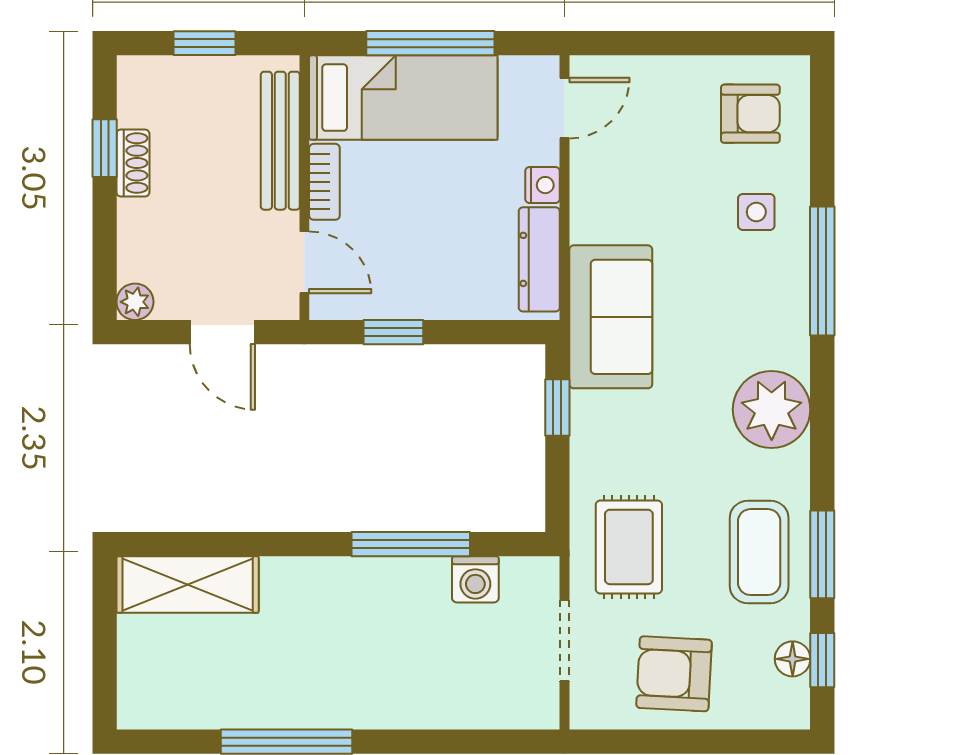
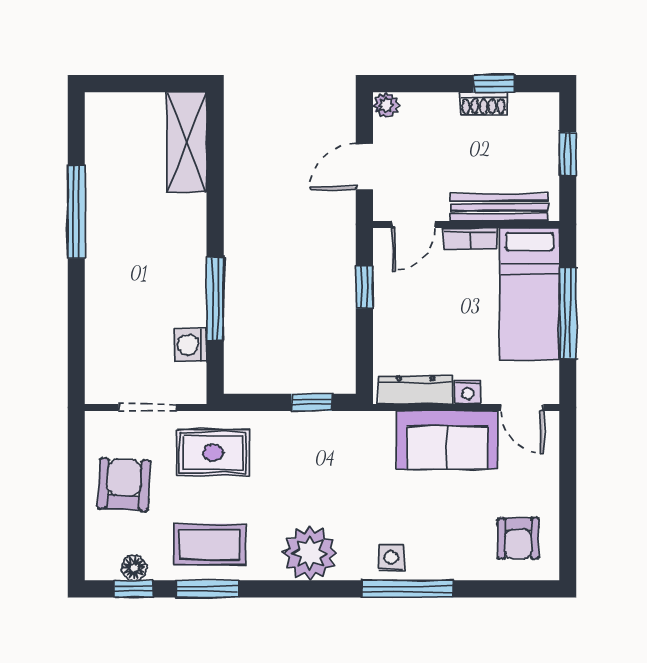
side table: (756, 212) -> (391, 558), moved
sofa: (611, 317) -> (447, 440), moved

